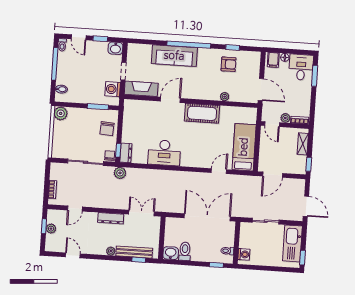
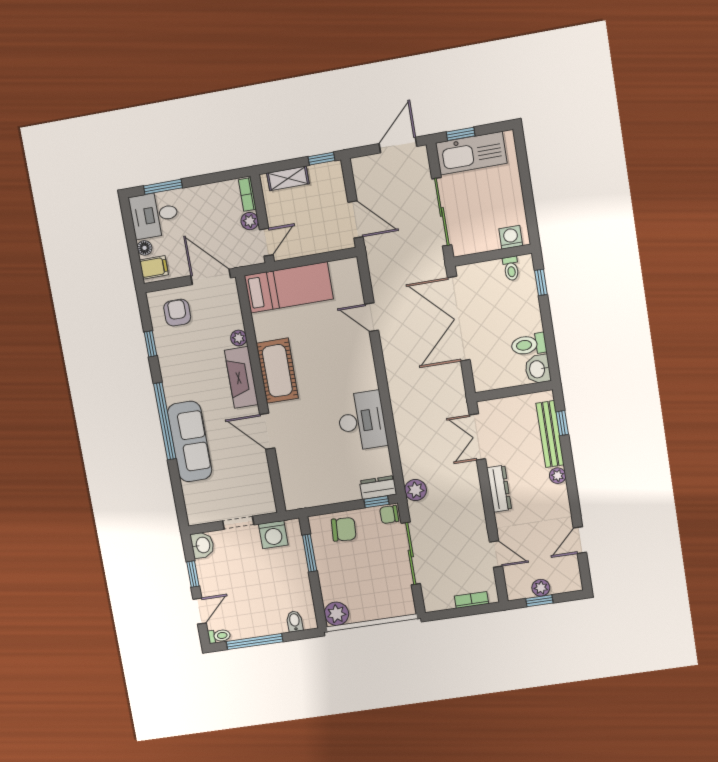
armchair: (229, 64) -> (177, 313), moved
fireplace: (141, 89) -> (241, 377), moved
door: (261, 90) -> (211, 277), hinge flipped
bed: (244, 147) -> (289, 287), moved, turned 180
sliding door: (266, 221) -> (442, 212), width x1.37
window: (303, 258) -> (461, 134), moved

